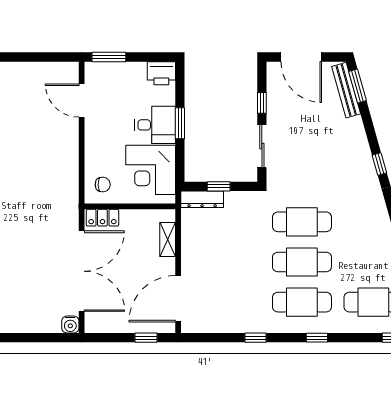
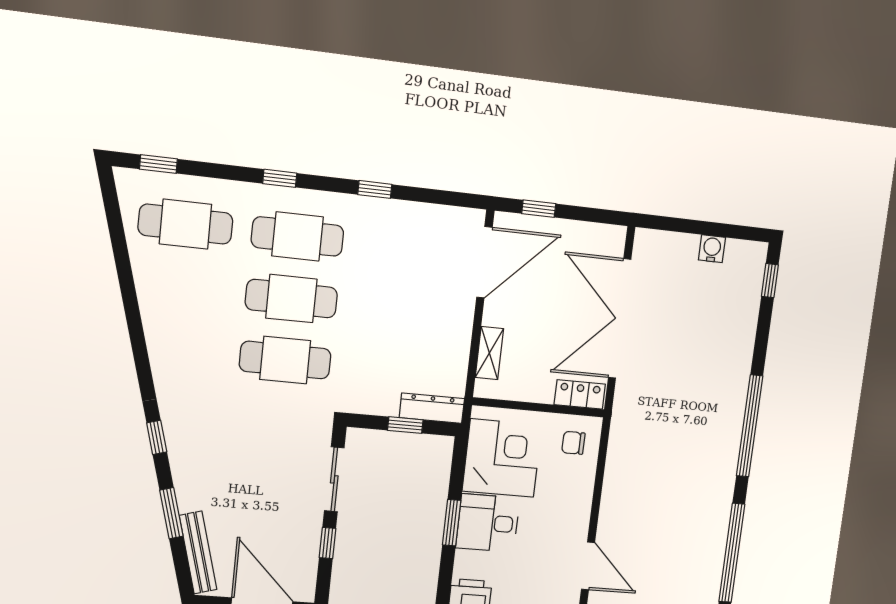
window: (358, 86) -> (171, 513), moved
water cooler: (70, 324) -> (712, 249), moved

